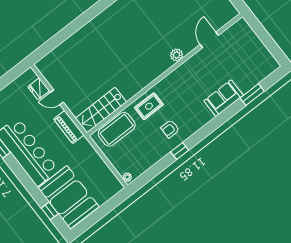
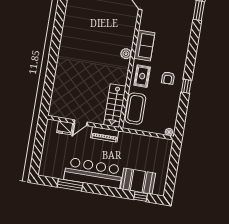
plant: (177, 55) -> (126, 54), moved
sofa: (223, 98) -> (144, 46), moved, turned 180
booth: (69, 197) -> (138, 181), width x0.73, depth x0.70

